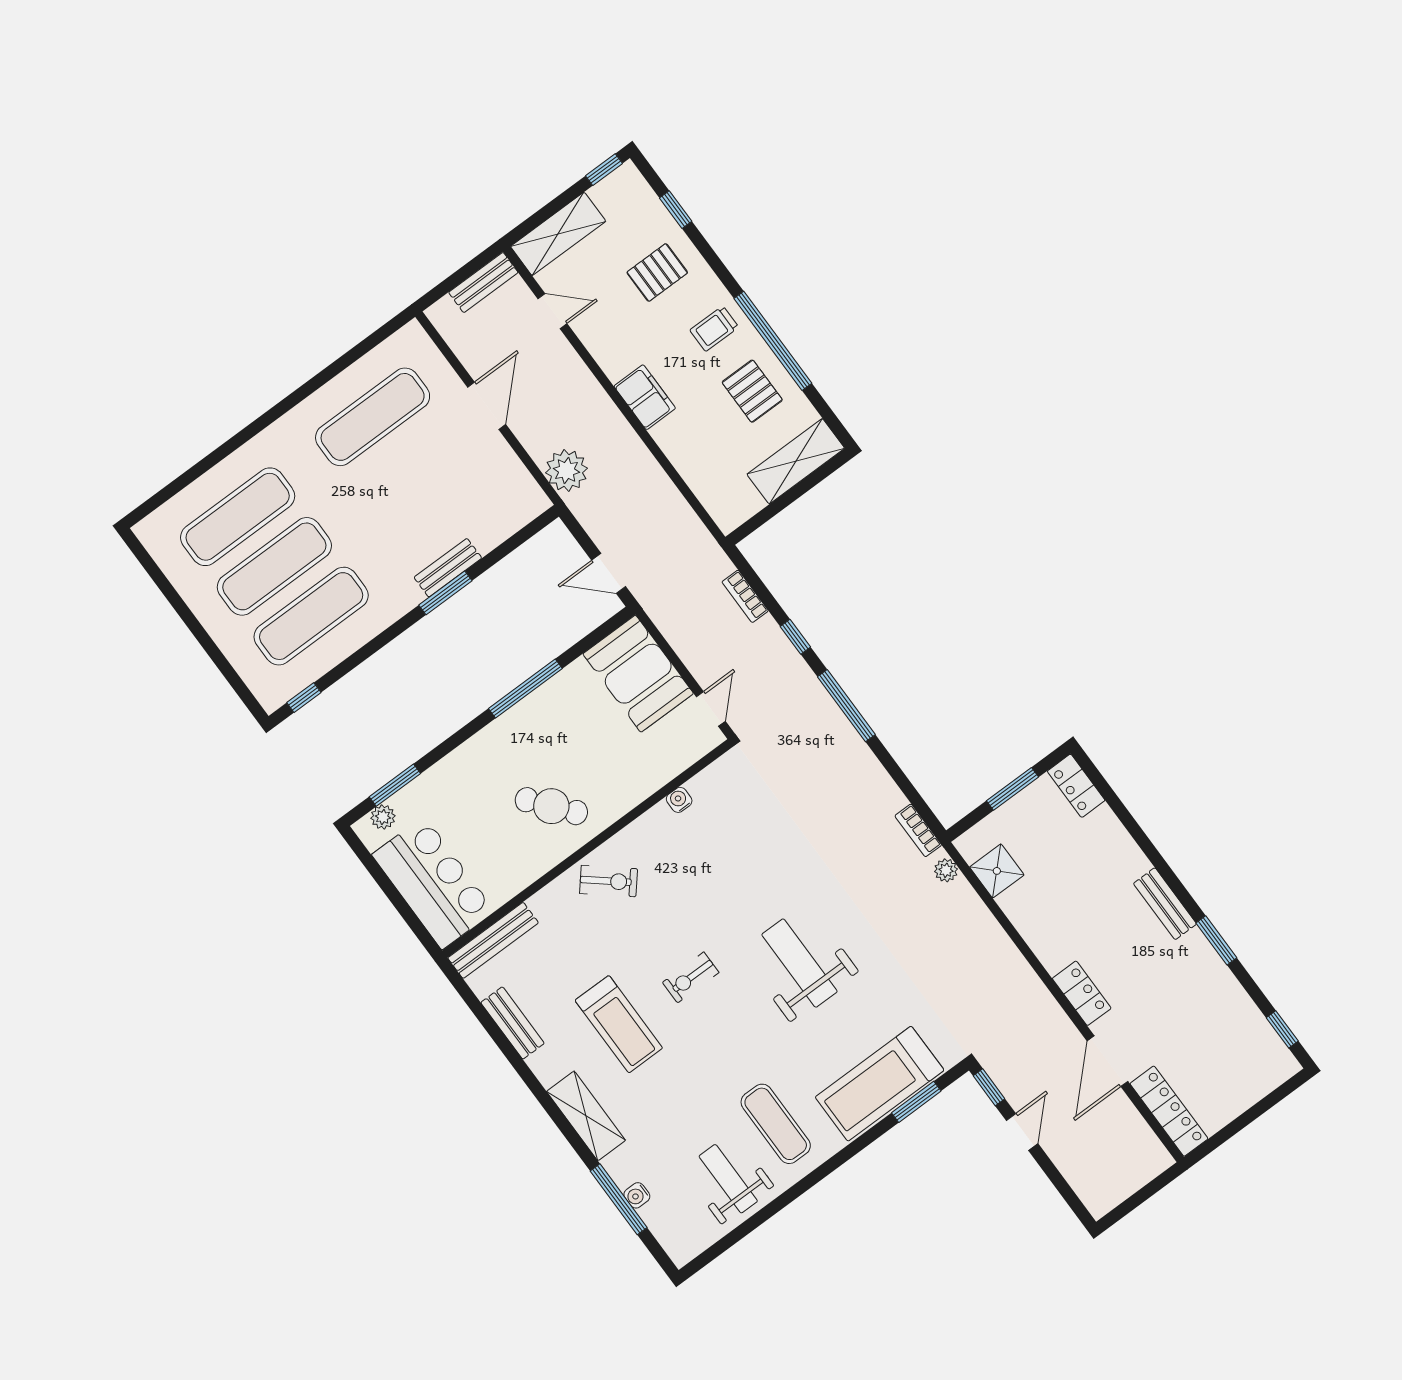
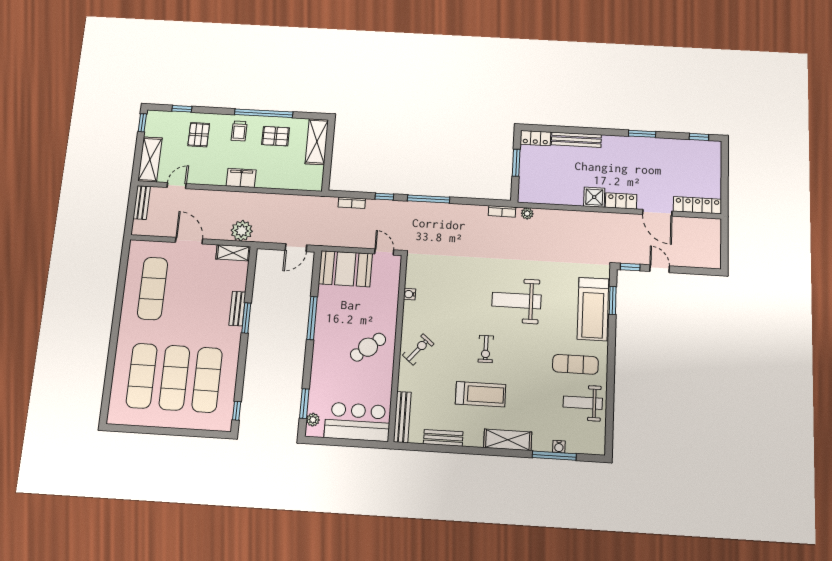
shelving: (523, 488) -> (233, 253), added
shower: (997, 871) -> (594, 197), moved
bench: (1165, 904) -> (576, 140), moved, width x1.36

